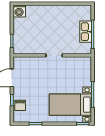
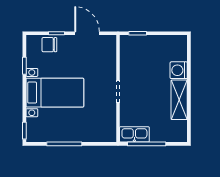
washing machine: (19, 11) -> (179, 70), moved
shelving: (60, 11) -> (179, 100), added
kitchen sink: (86, 32) -> (134, 134), moved
bed with nightstands: (70, 105) -> (55, 93), moved, turned 90

